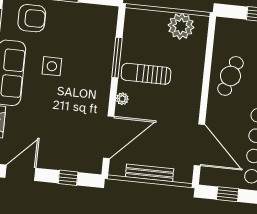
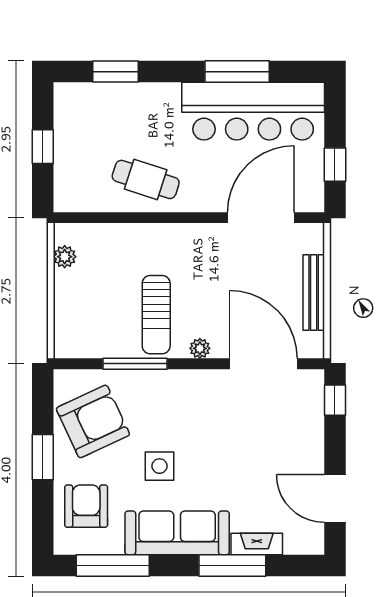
plant: (181, 26) -> (65, 257), width x0.53, depth x0.53
armchair: (84, 28) -> (93, 421), added
window: (68, 178) -> (335, 400), moved

